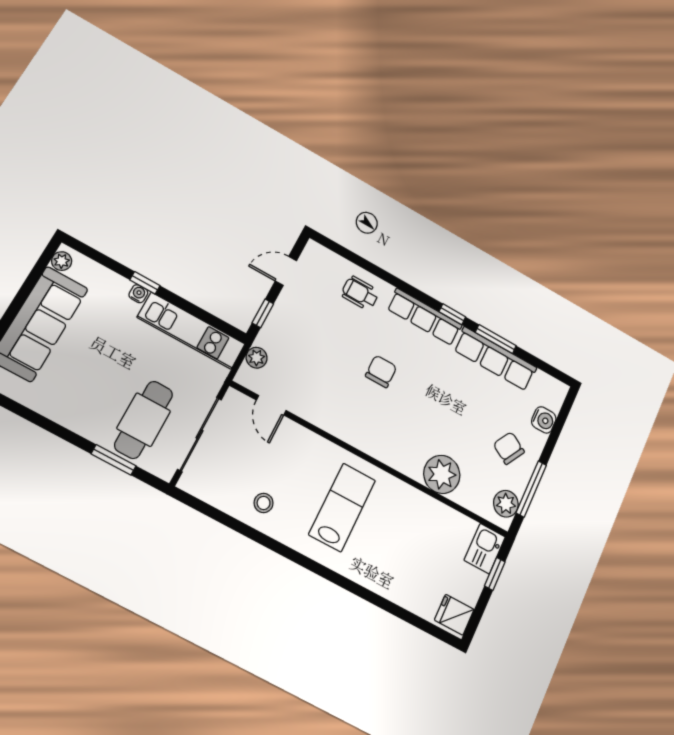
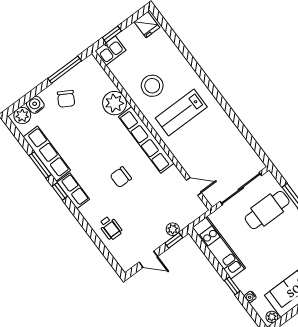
water cooler: (138, 294) -> (250, 297), moved
row of seats: (425, 317) -> (73, 191), width x0.68
plant: (257, 358) -> (173, 229), moved
door: (271, 405) -> (194, 186), hinge flipped
row of seats: (372, 442) -> (146, 140), added
stool: (264, 503) -> (152, 86), moved, width x1.89, depth x1.89
plant: (506, 504) -> (22, 116), moved

